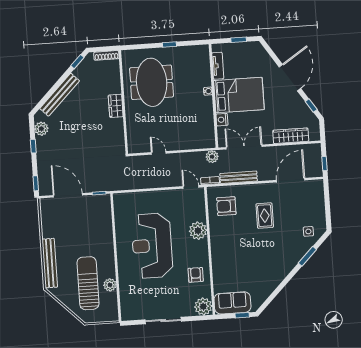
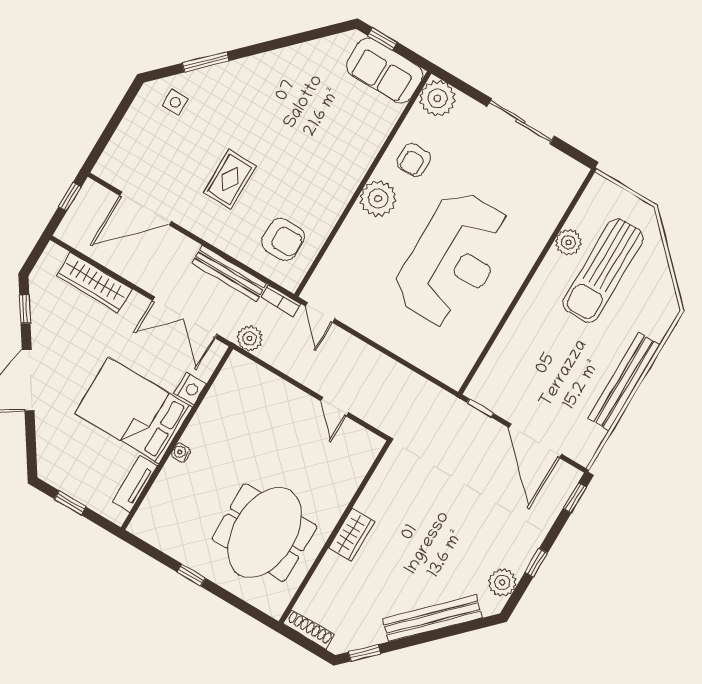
plant: (198, 231) -> (378, 199), moved
bench: (50, 263) -> (624, 382), moved

